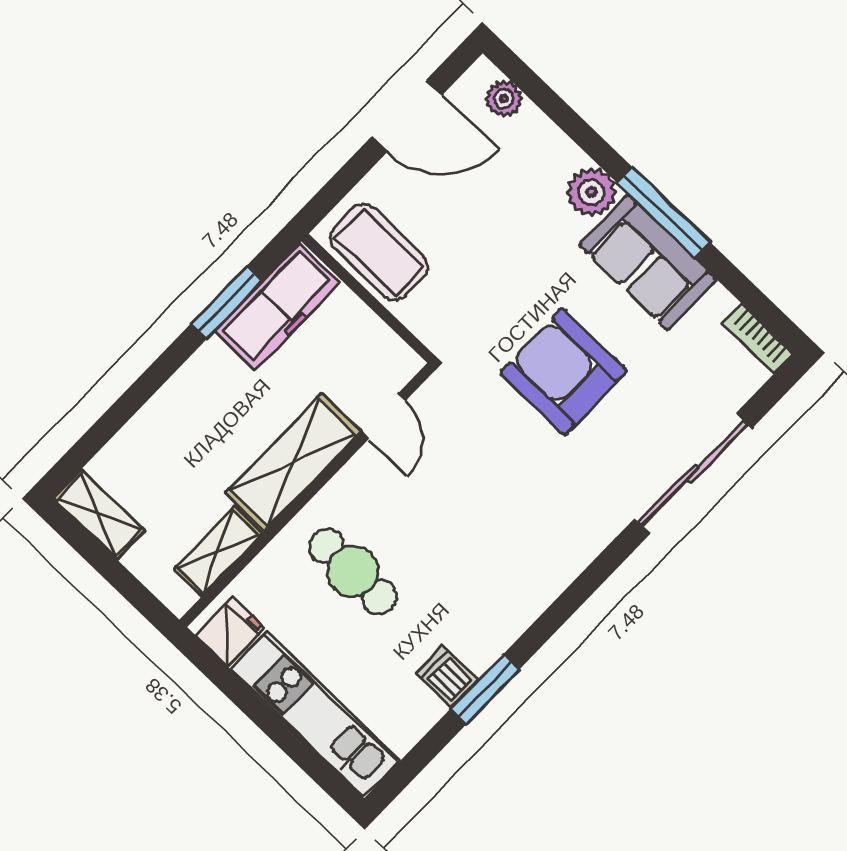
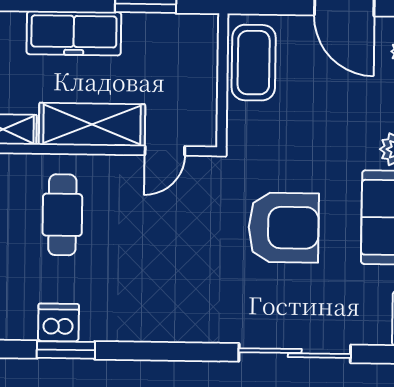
freezer: (277, 307) -> (74, 33), moved
armchair: (563, 372) -> (284, 228), turned 90
dishwasher: (447, 677) -> (58, 322), width x1.38

